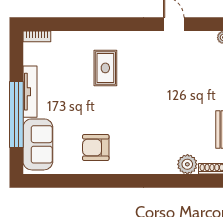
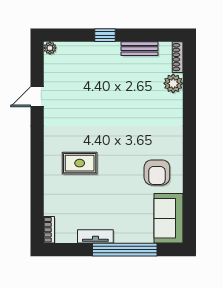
tv unit: (30, 92) -> (95, 236), width x0.71
sofa: (38, 144) -> (168, 218), moved, turned -90

